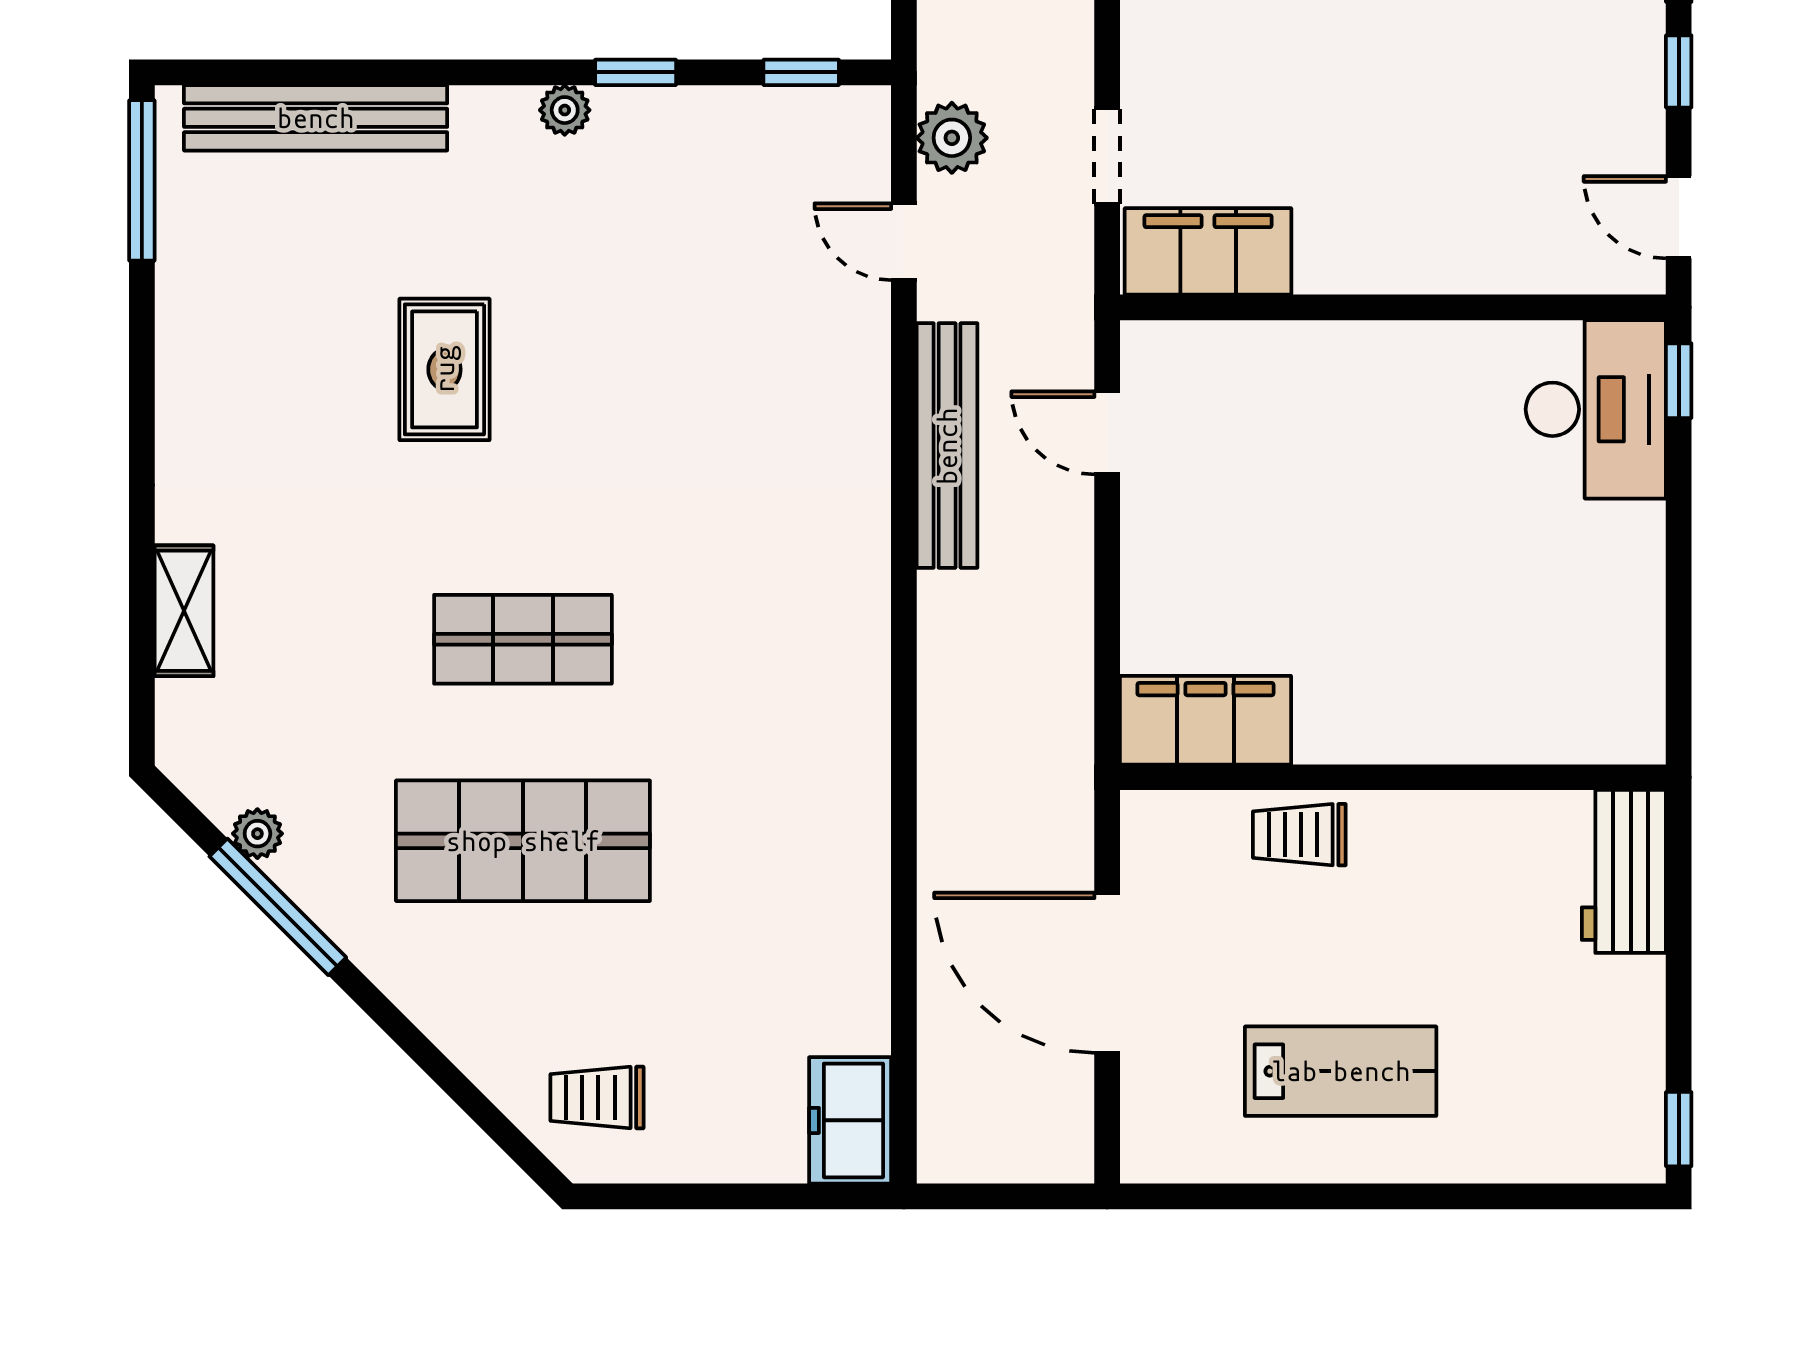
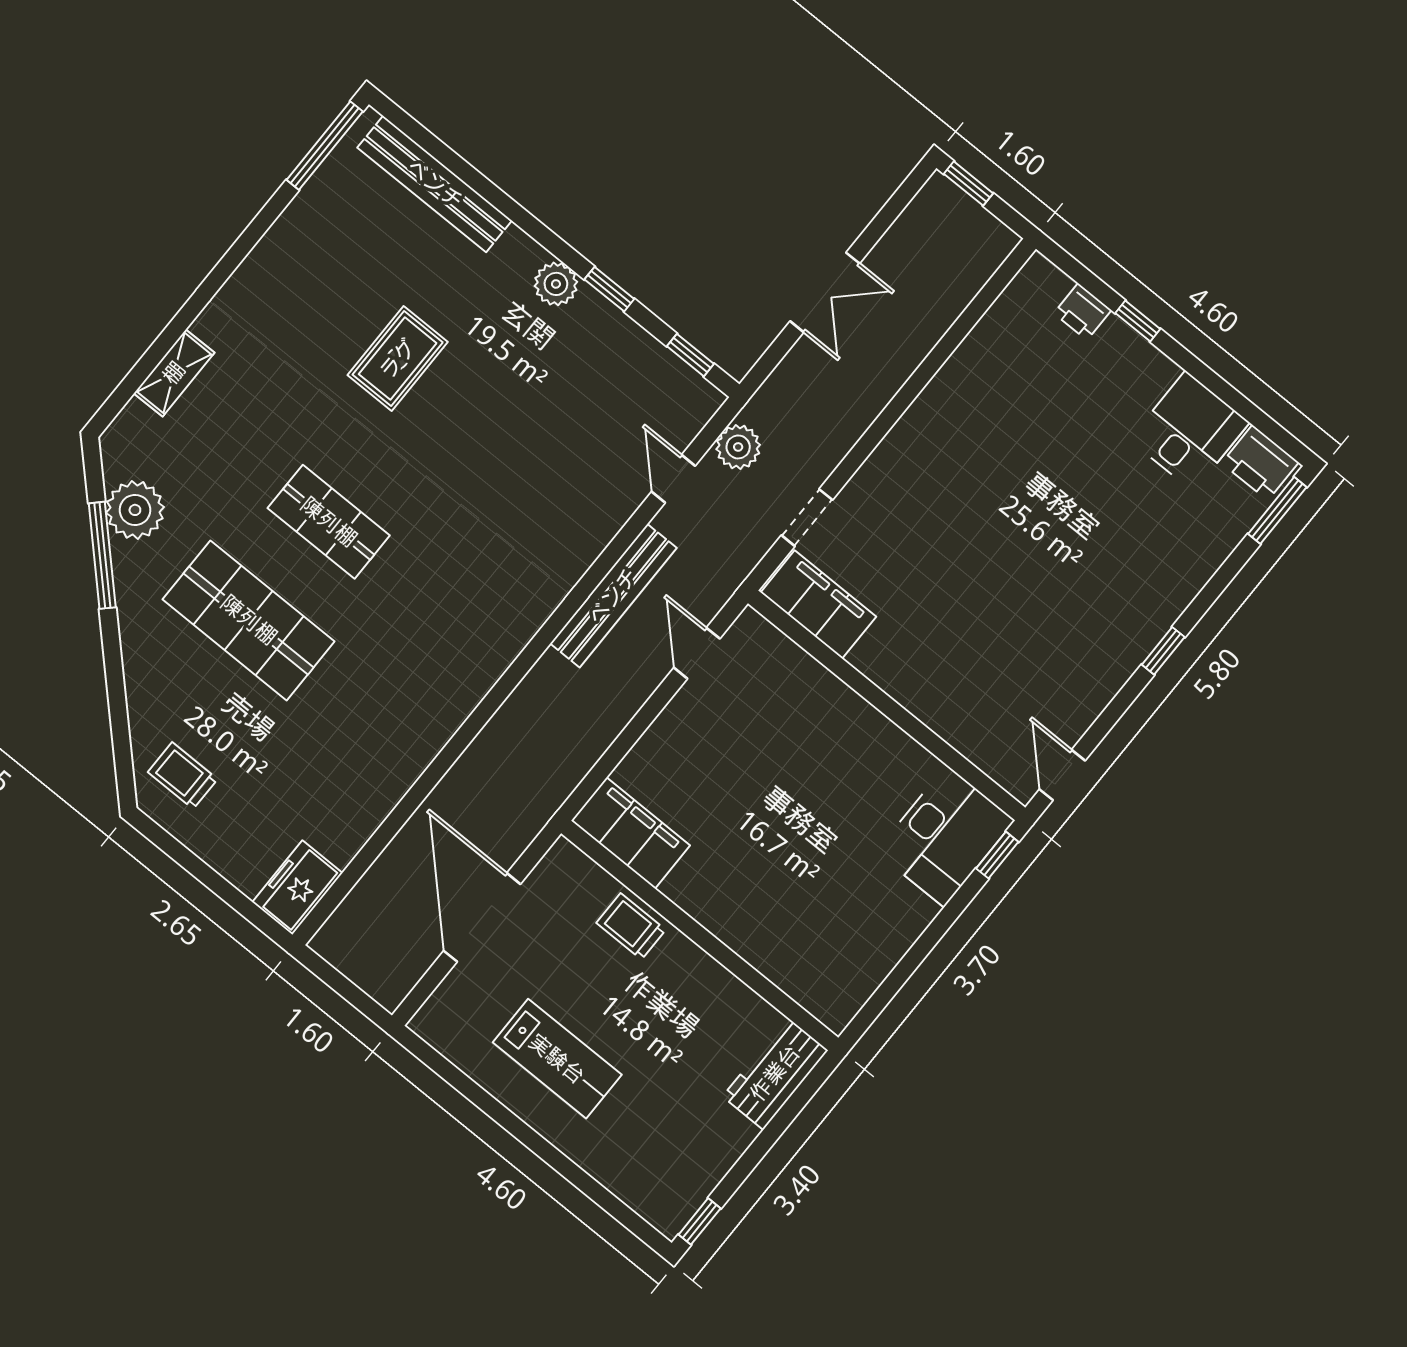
window: (1679, 71) -> (1120, 704), removed
plant: (565, 110) -> (556, 284), width x1.38, depth x1.38
plant: (257, 834) -> (135, 510), width x1.87, depth x1.87

